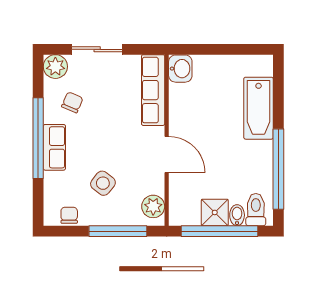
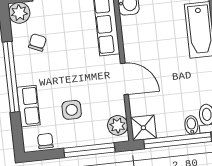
row of seats: (54, 147) -> (29, 106), moved
side table: (103, 183) -> (72, 110), turned -38
shower: (215, 212) -> (143, 128), moved

